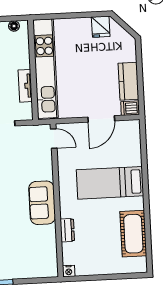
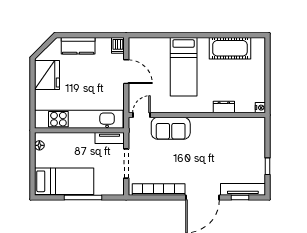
fridge: (101, 27) -> (47, 75), width x1.88, depth x1.34
kitchen counter: (128, 81) -> (78, 46), moved
tv unit: (25, 86) -> (110, 138), moved
sofa: (42, 203) -> (171, 128), moved

